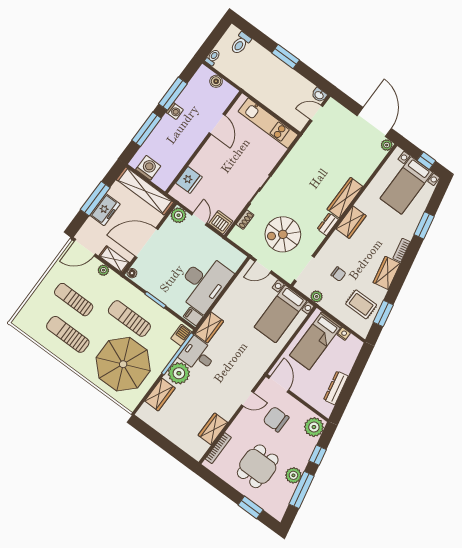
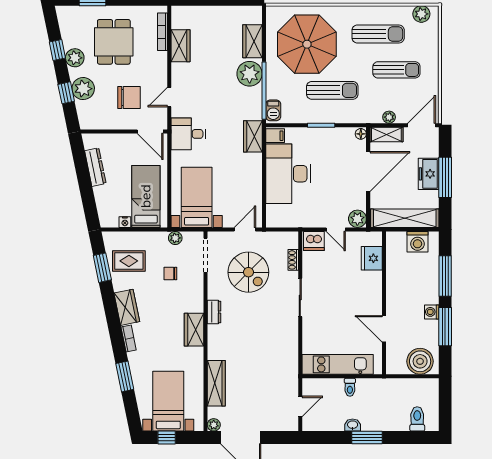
toilet: (213, 57) -> (350, 387), moved
boiler: (216, 81) -> (420, 361), width x1.86, depth x1.86
washbasin: (319, 95) -> (353, 425), moved
wardrobe: (345, 198) -> (216, 383), moved
spiral stairs: (283, 234) -> (248, 272), turned 90
plant: (27, 326) -> (421, 14), added
desk: (198, 355) -> (188, 134), moved, turned 180
plant: (314, 427) -> (83, 89), moved
window: (302, 490) -> (57, 50), width x0.46

